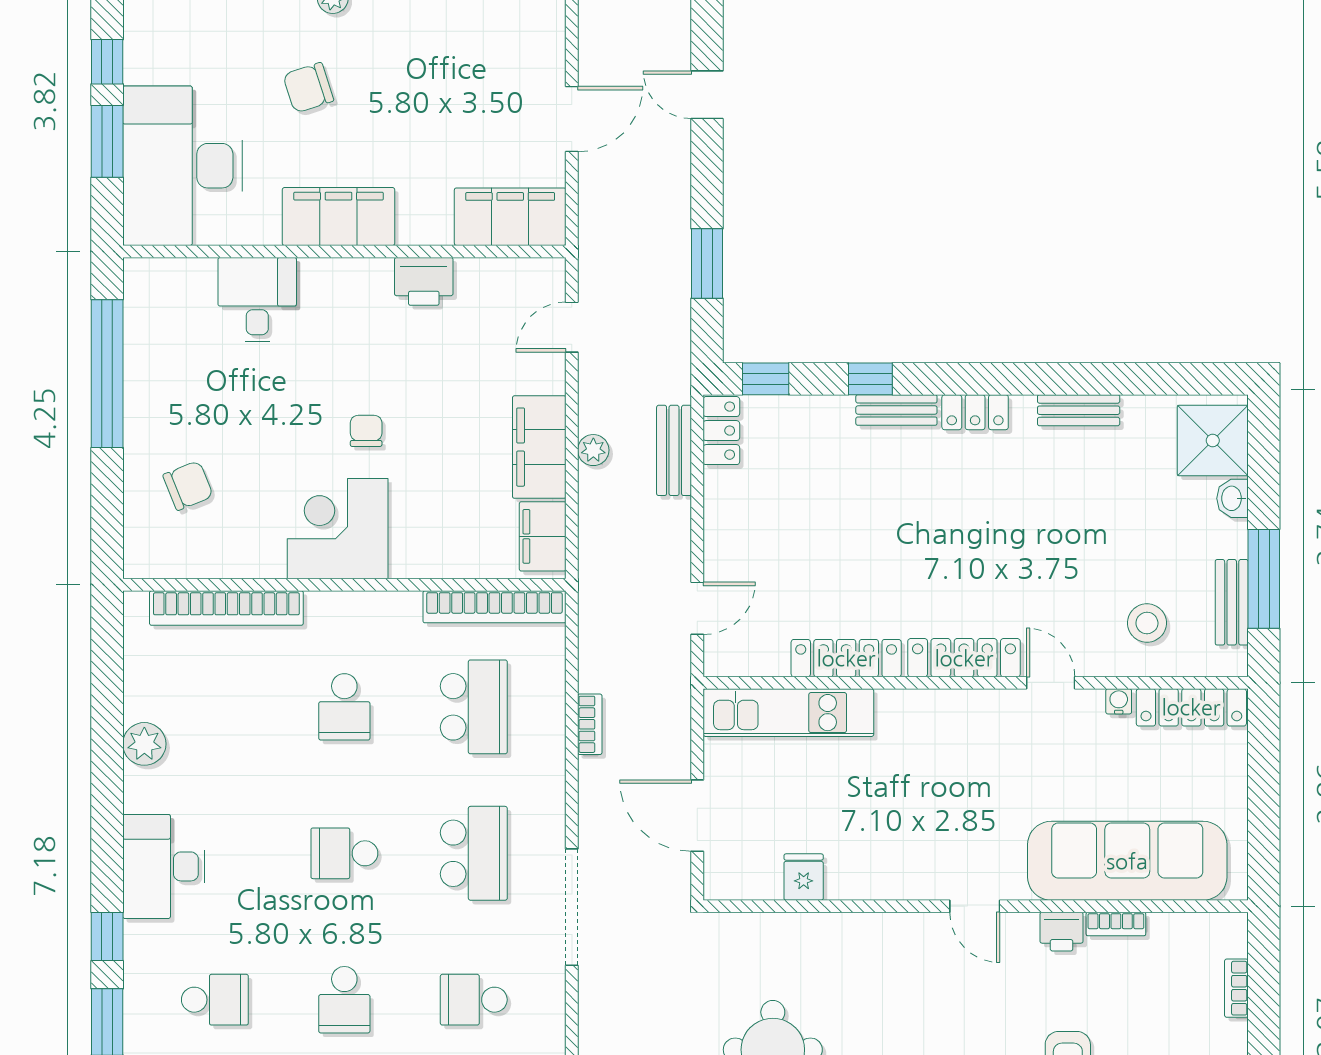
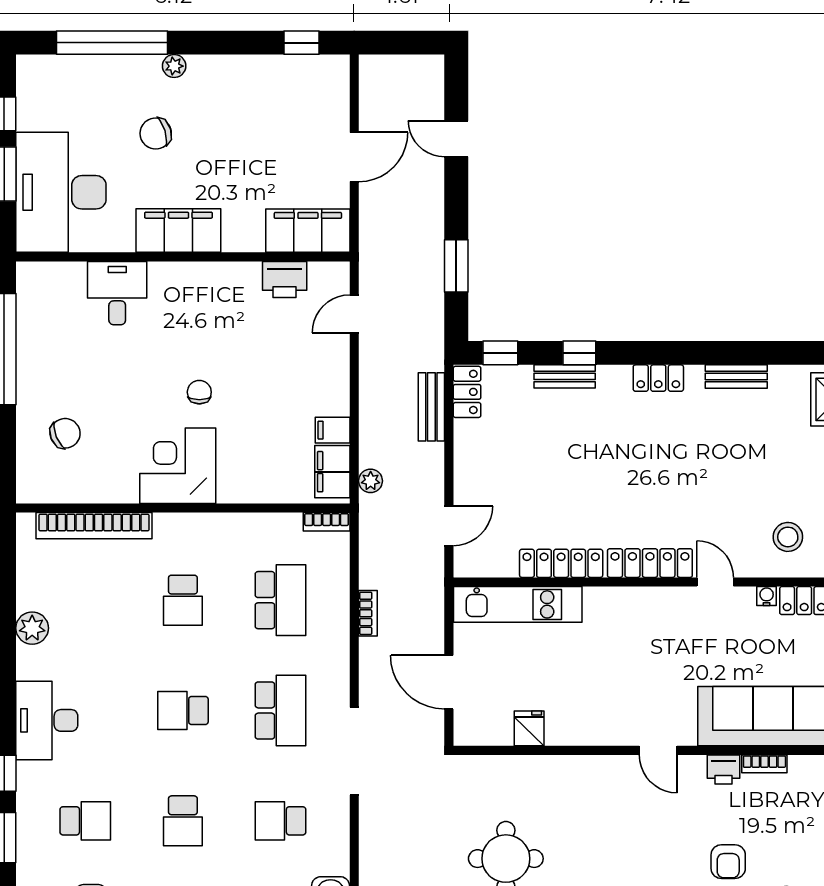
printer: (424, 281) -> (285, 279), moved
bench: (896, 410) -> (565, 376), moved
filing cabinet: (539, 447) -> (333, 430), width x0.33, depth x0.86
plant: (593, 450) -> (371, 481), moved
bookcase: (494, 607) -> (327, 522), width x0.43, depth x0.76

